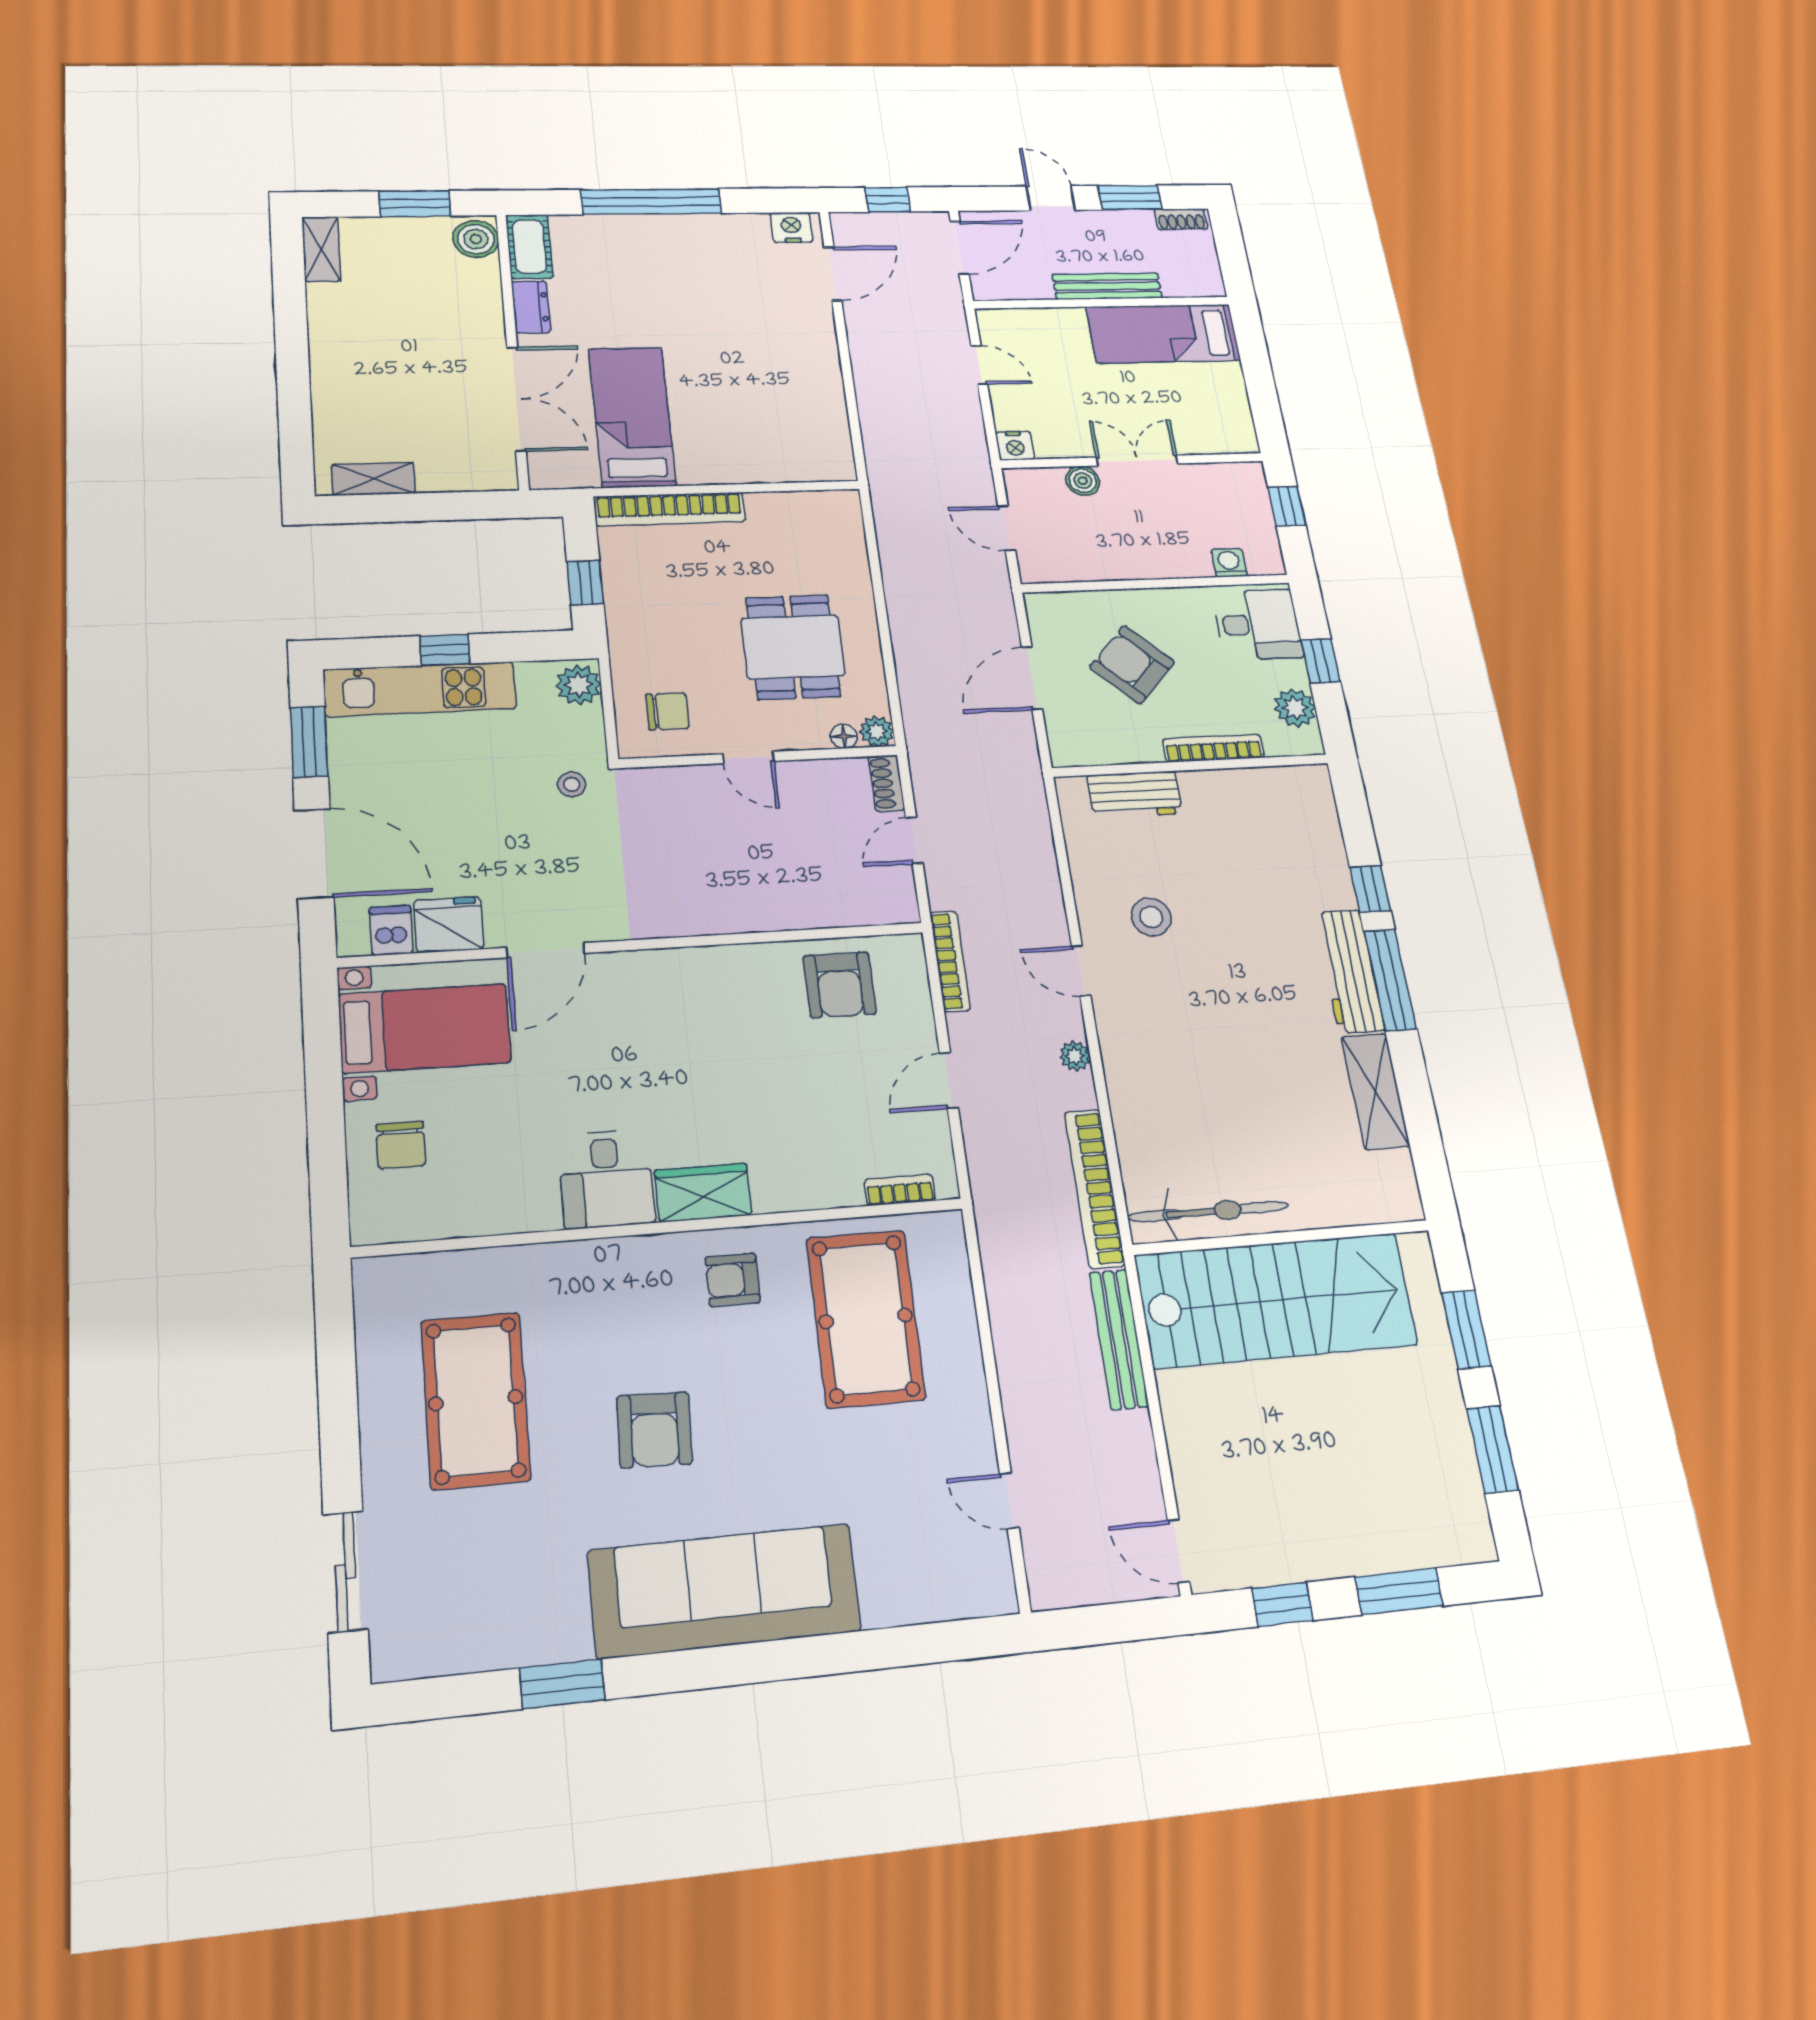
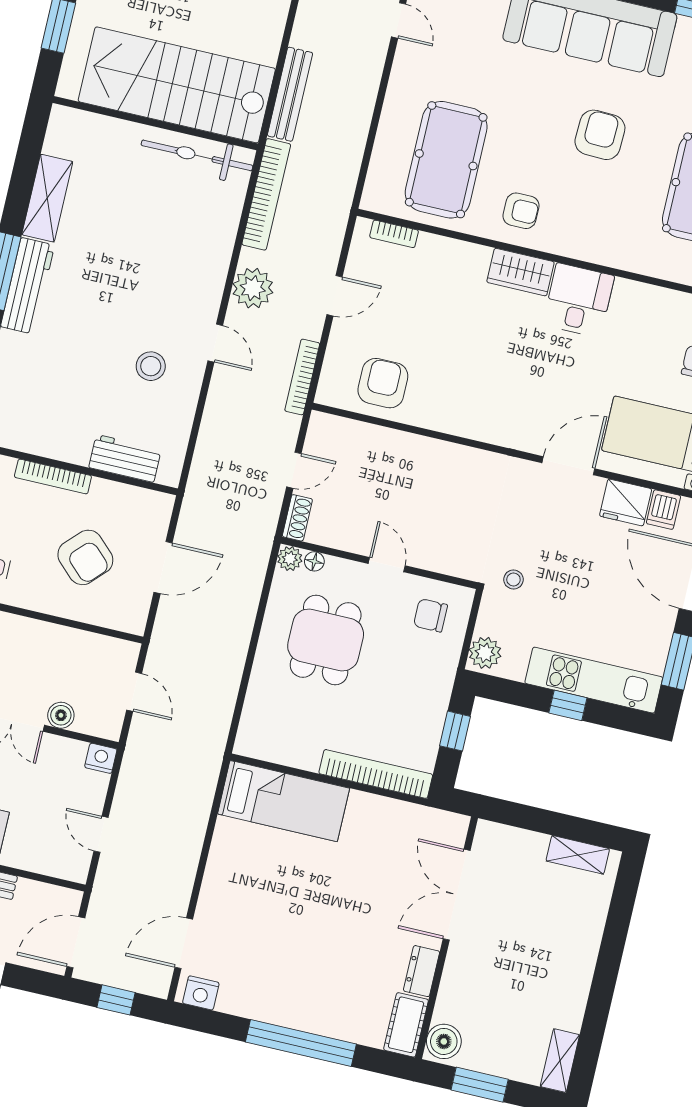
bed: (632, 417) -> (284, 801), moved, turned -90
plant: (1075, 1056) -> (253, 288), width x1.88, depth x1.88

